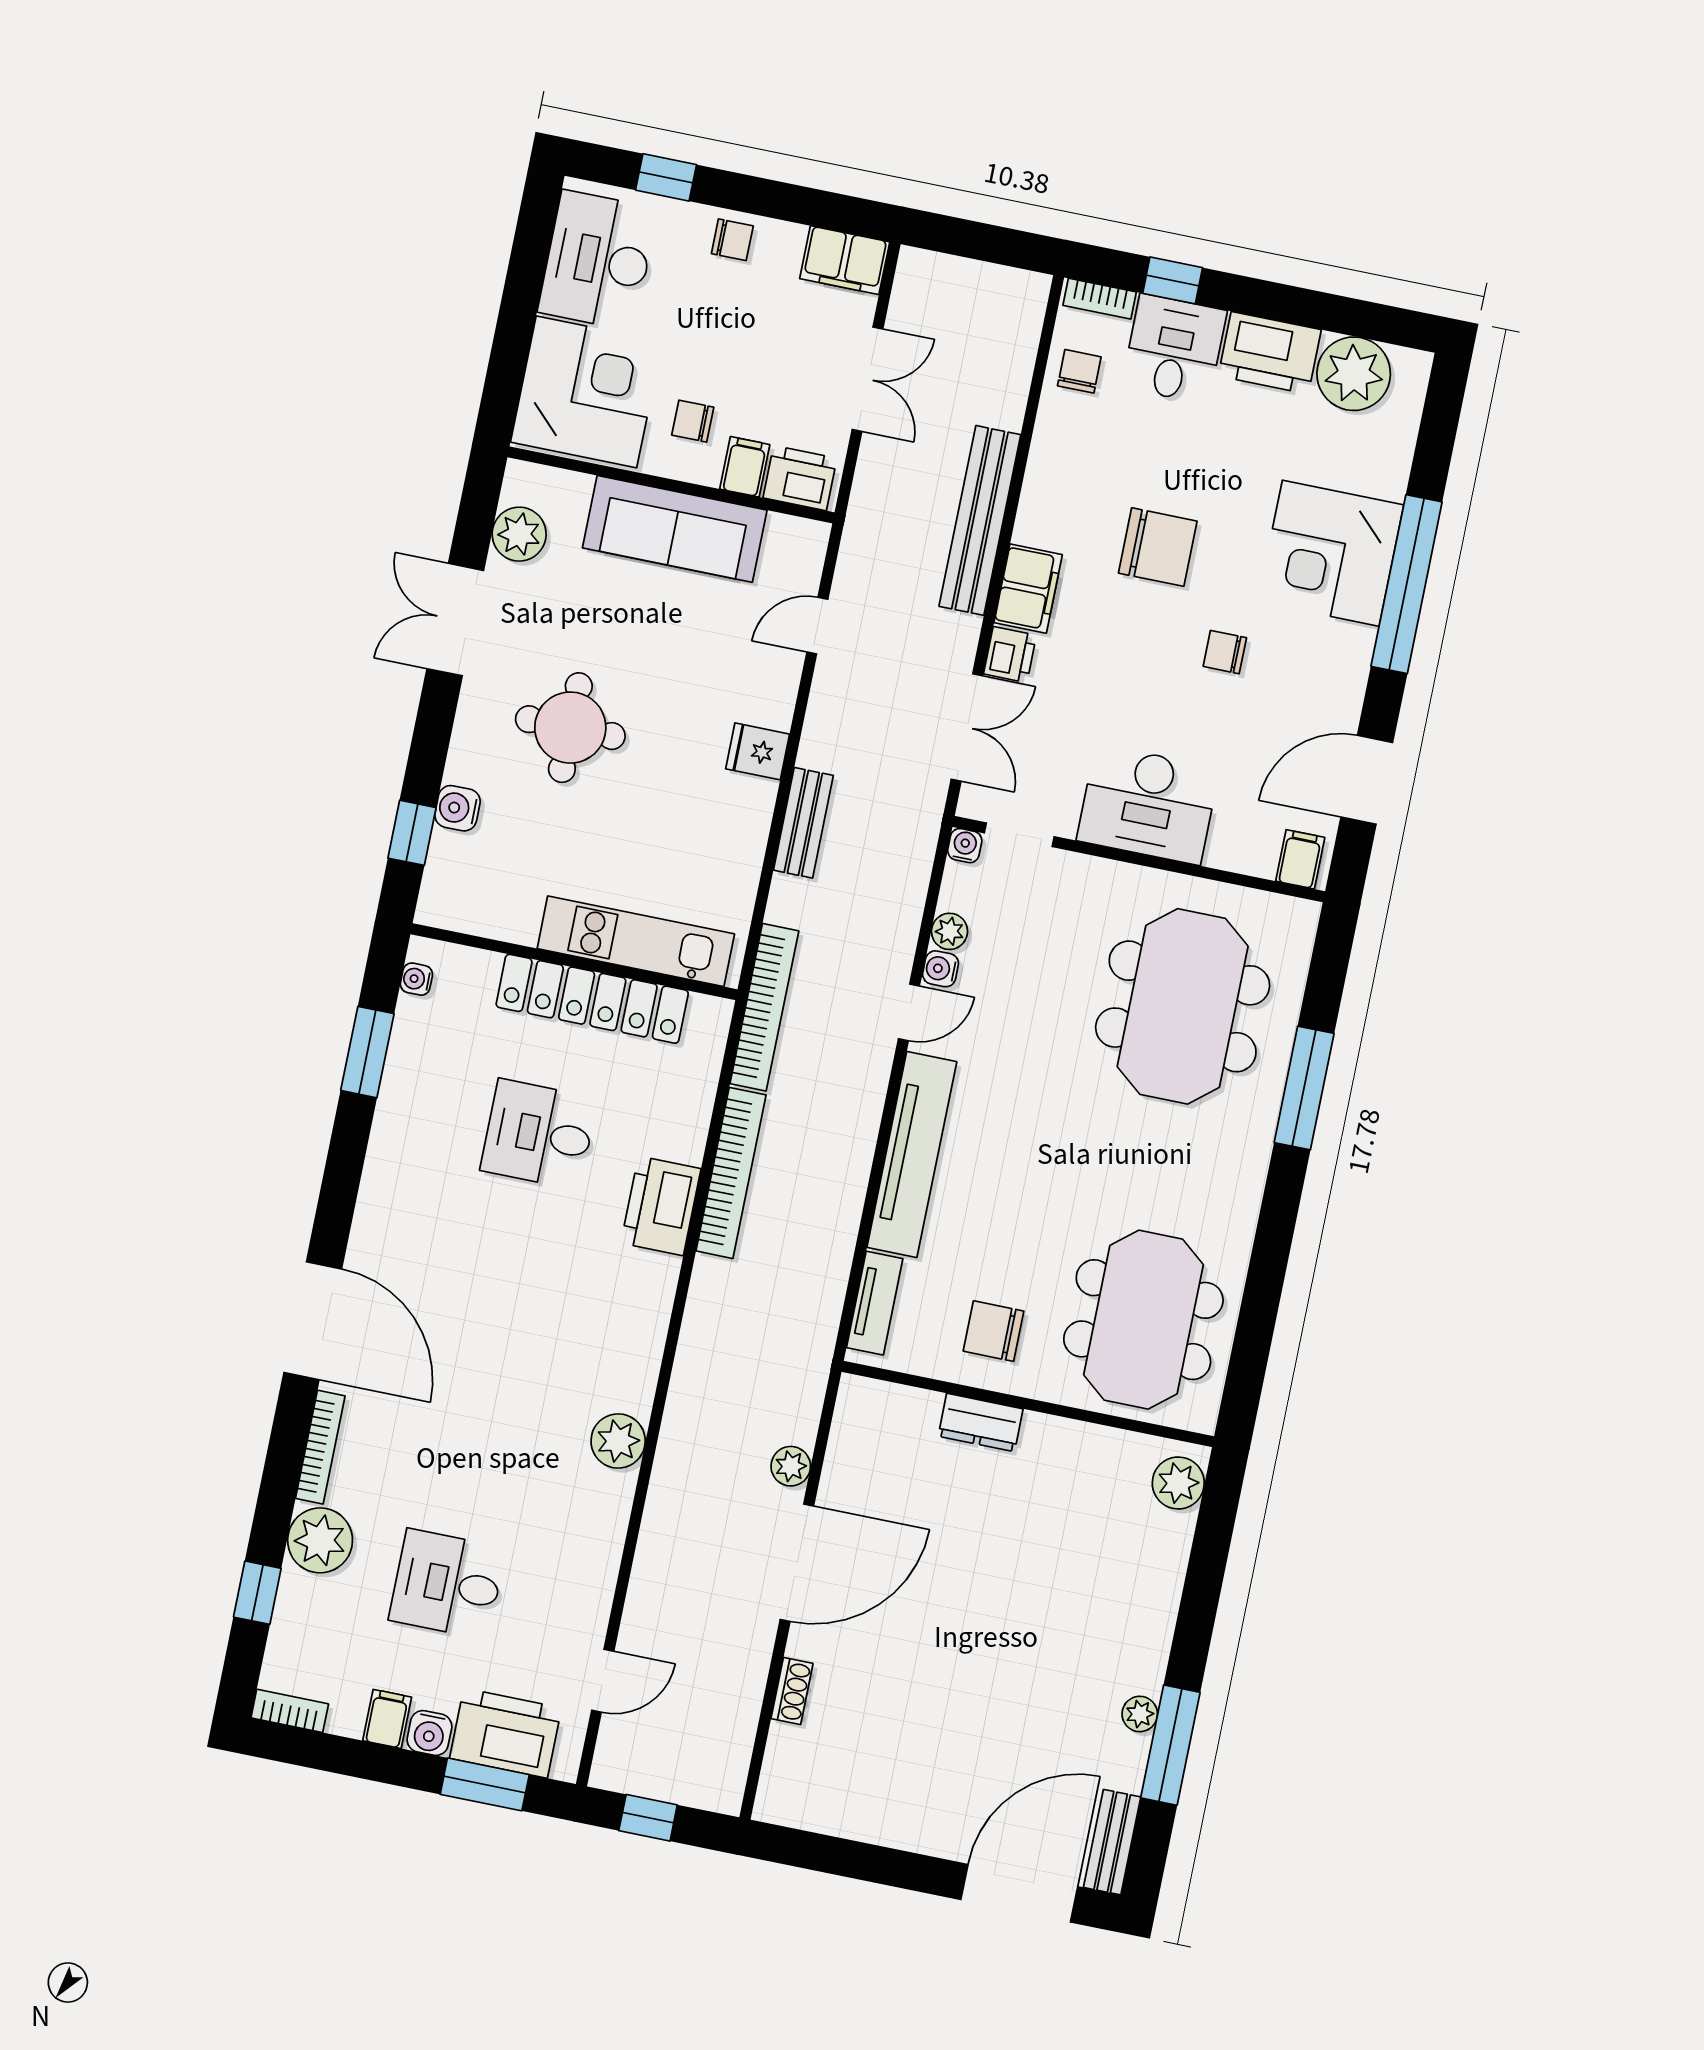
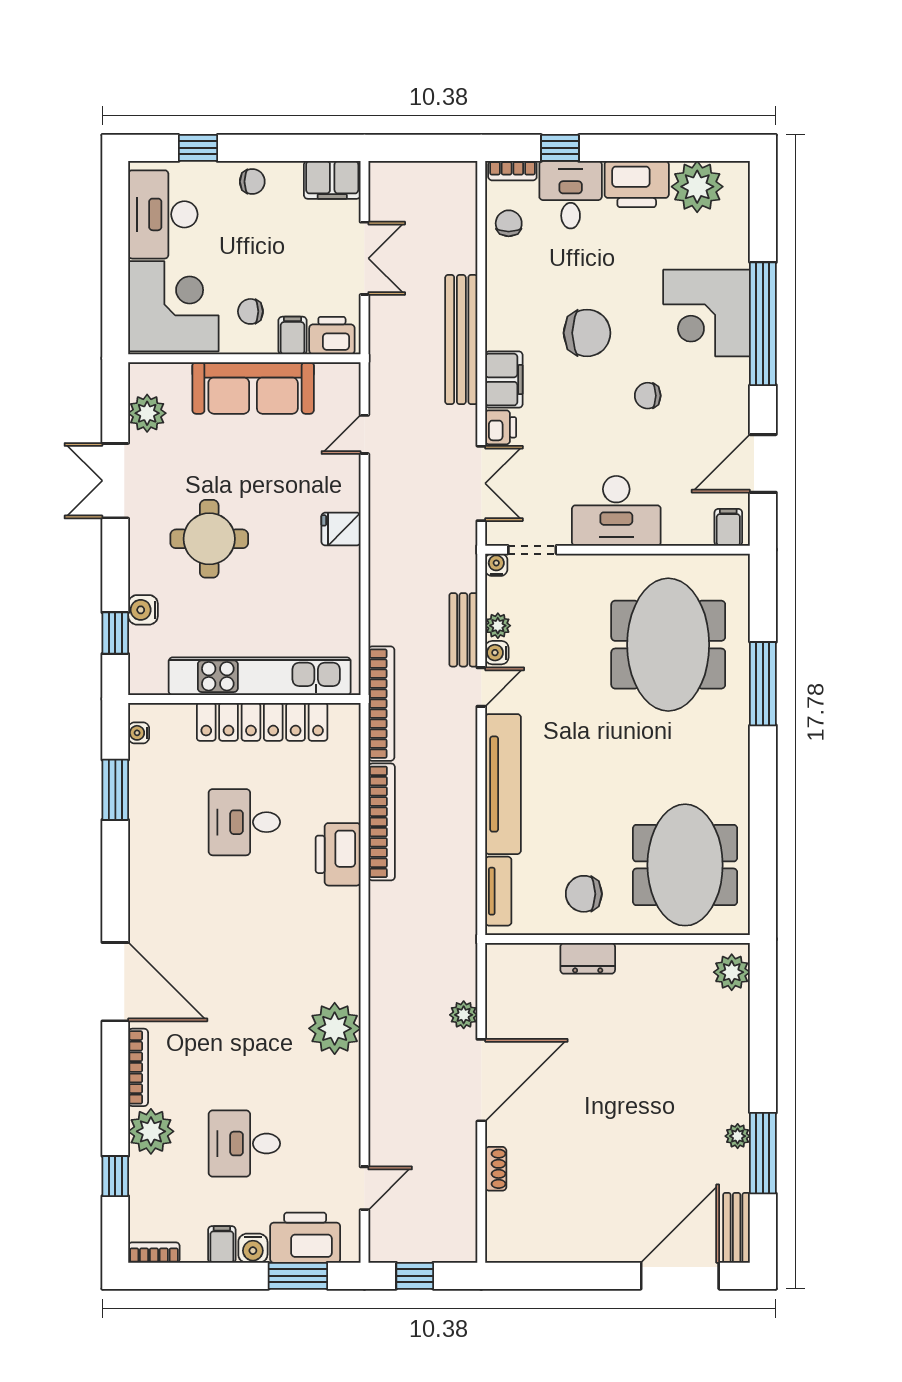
bench: (803, 823) -> (463, 630), moved
kitchen unit: (636, 941) -> (260, 676), width x1.36
plant: (618, 1441) -> (335, 1028), width x1.36, depth x1.36

